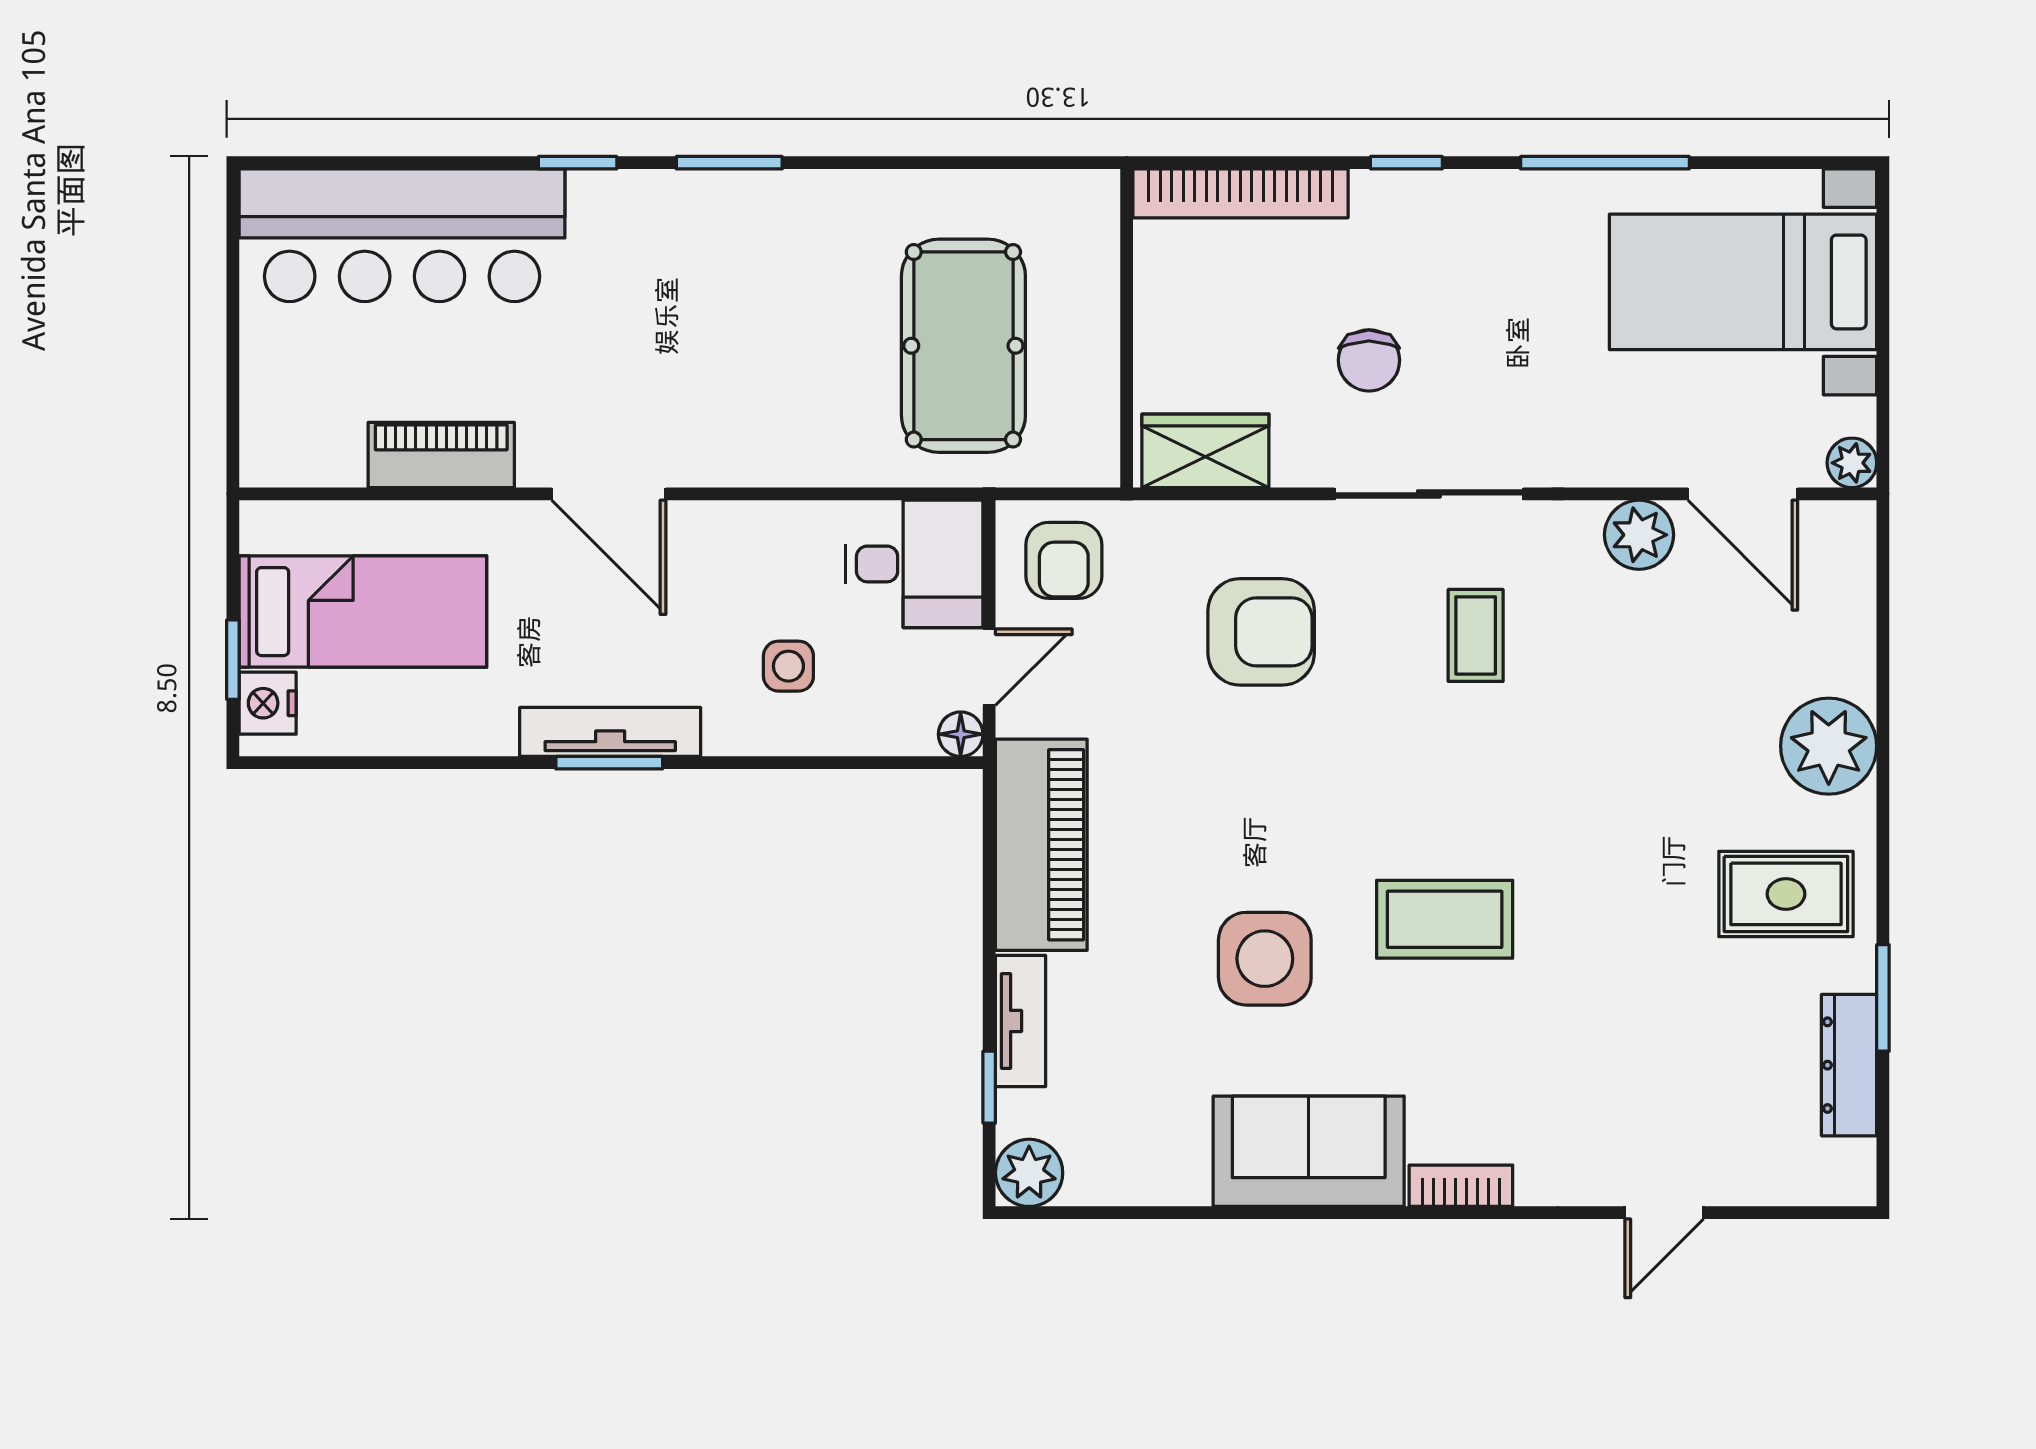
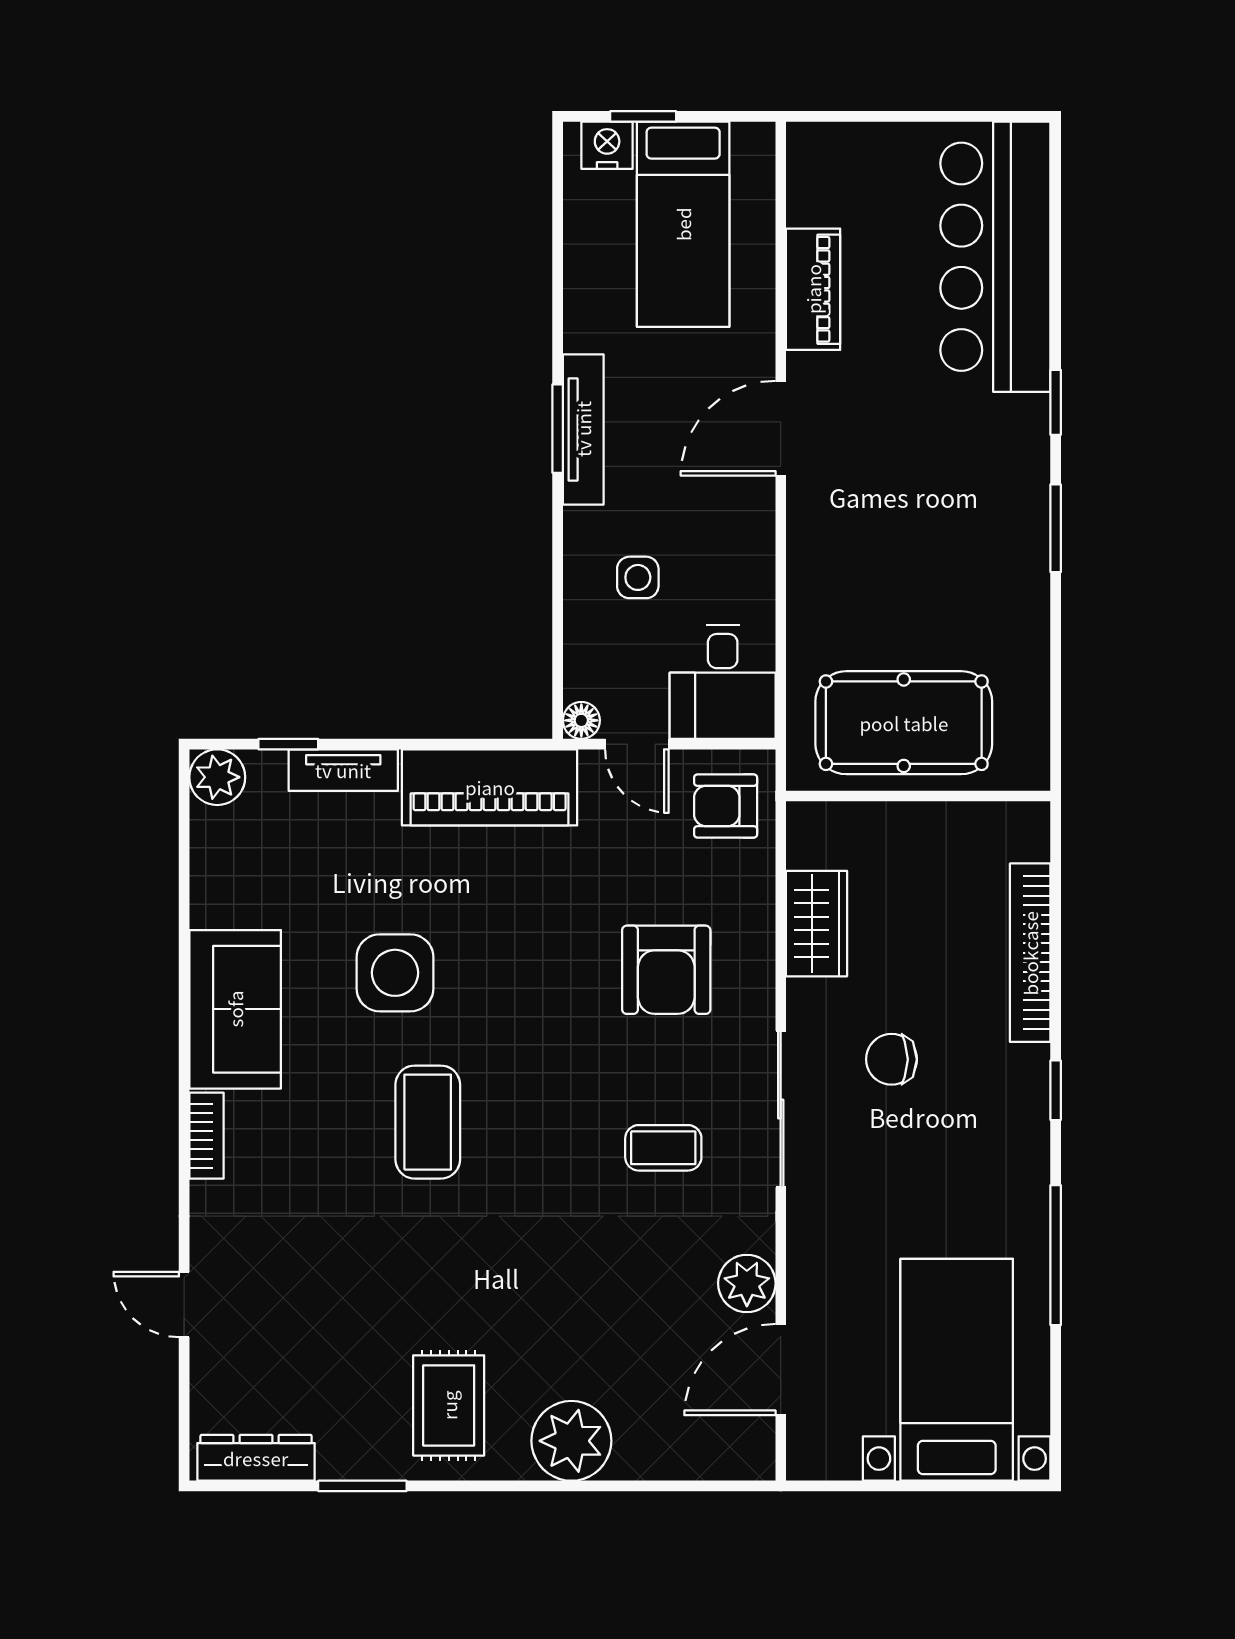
wall: (1127, 328) -> (918, 796), moved
plant: (1852, 463) -> (807, 1460), removed
dresser: (1849, 1065) -> (256, 1458), moved

